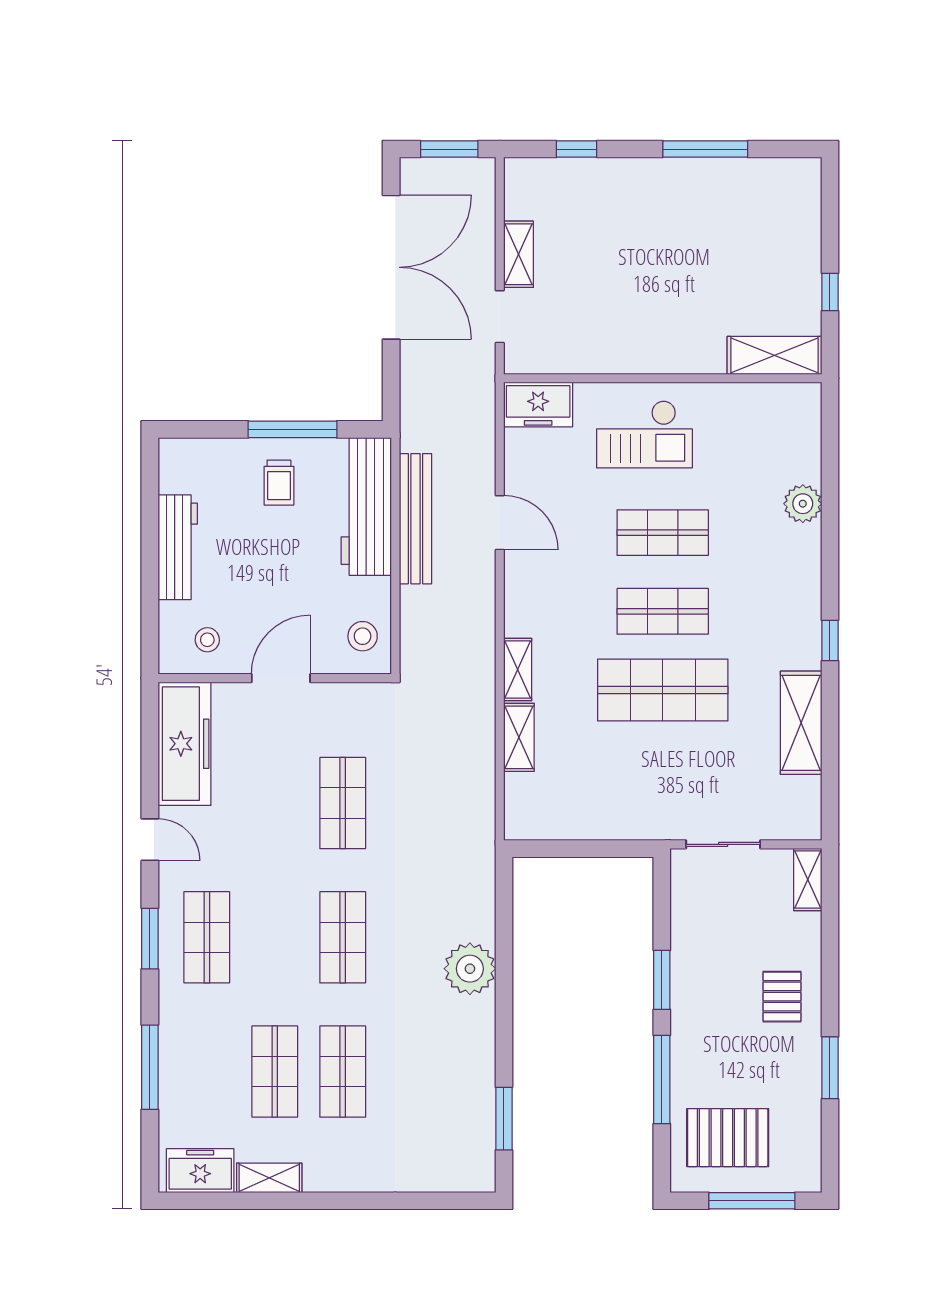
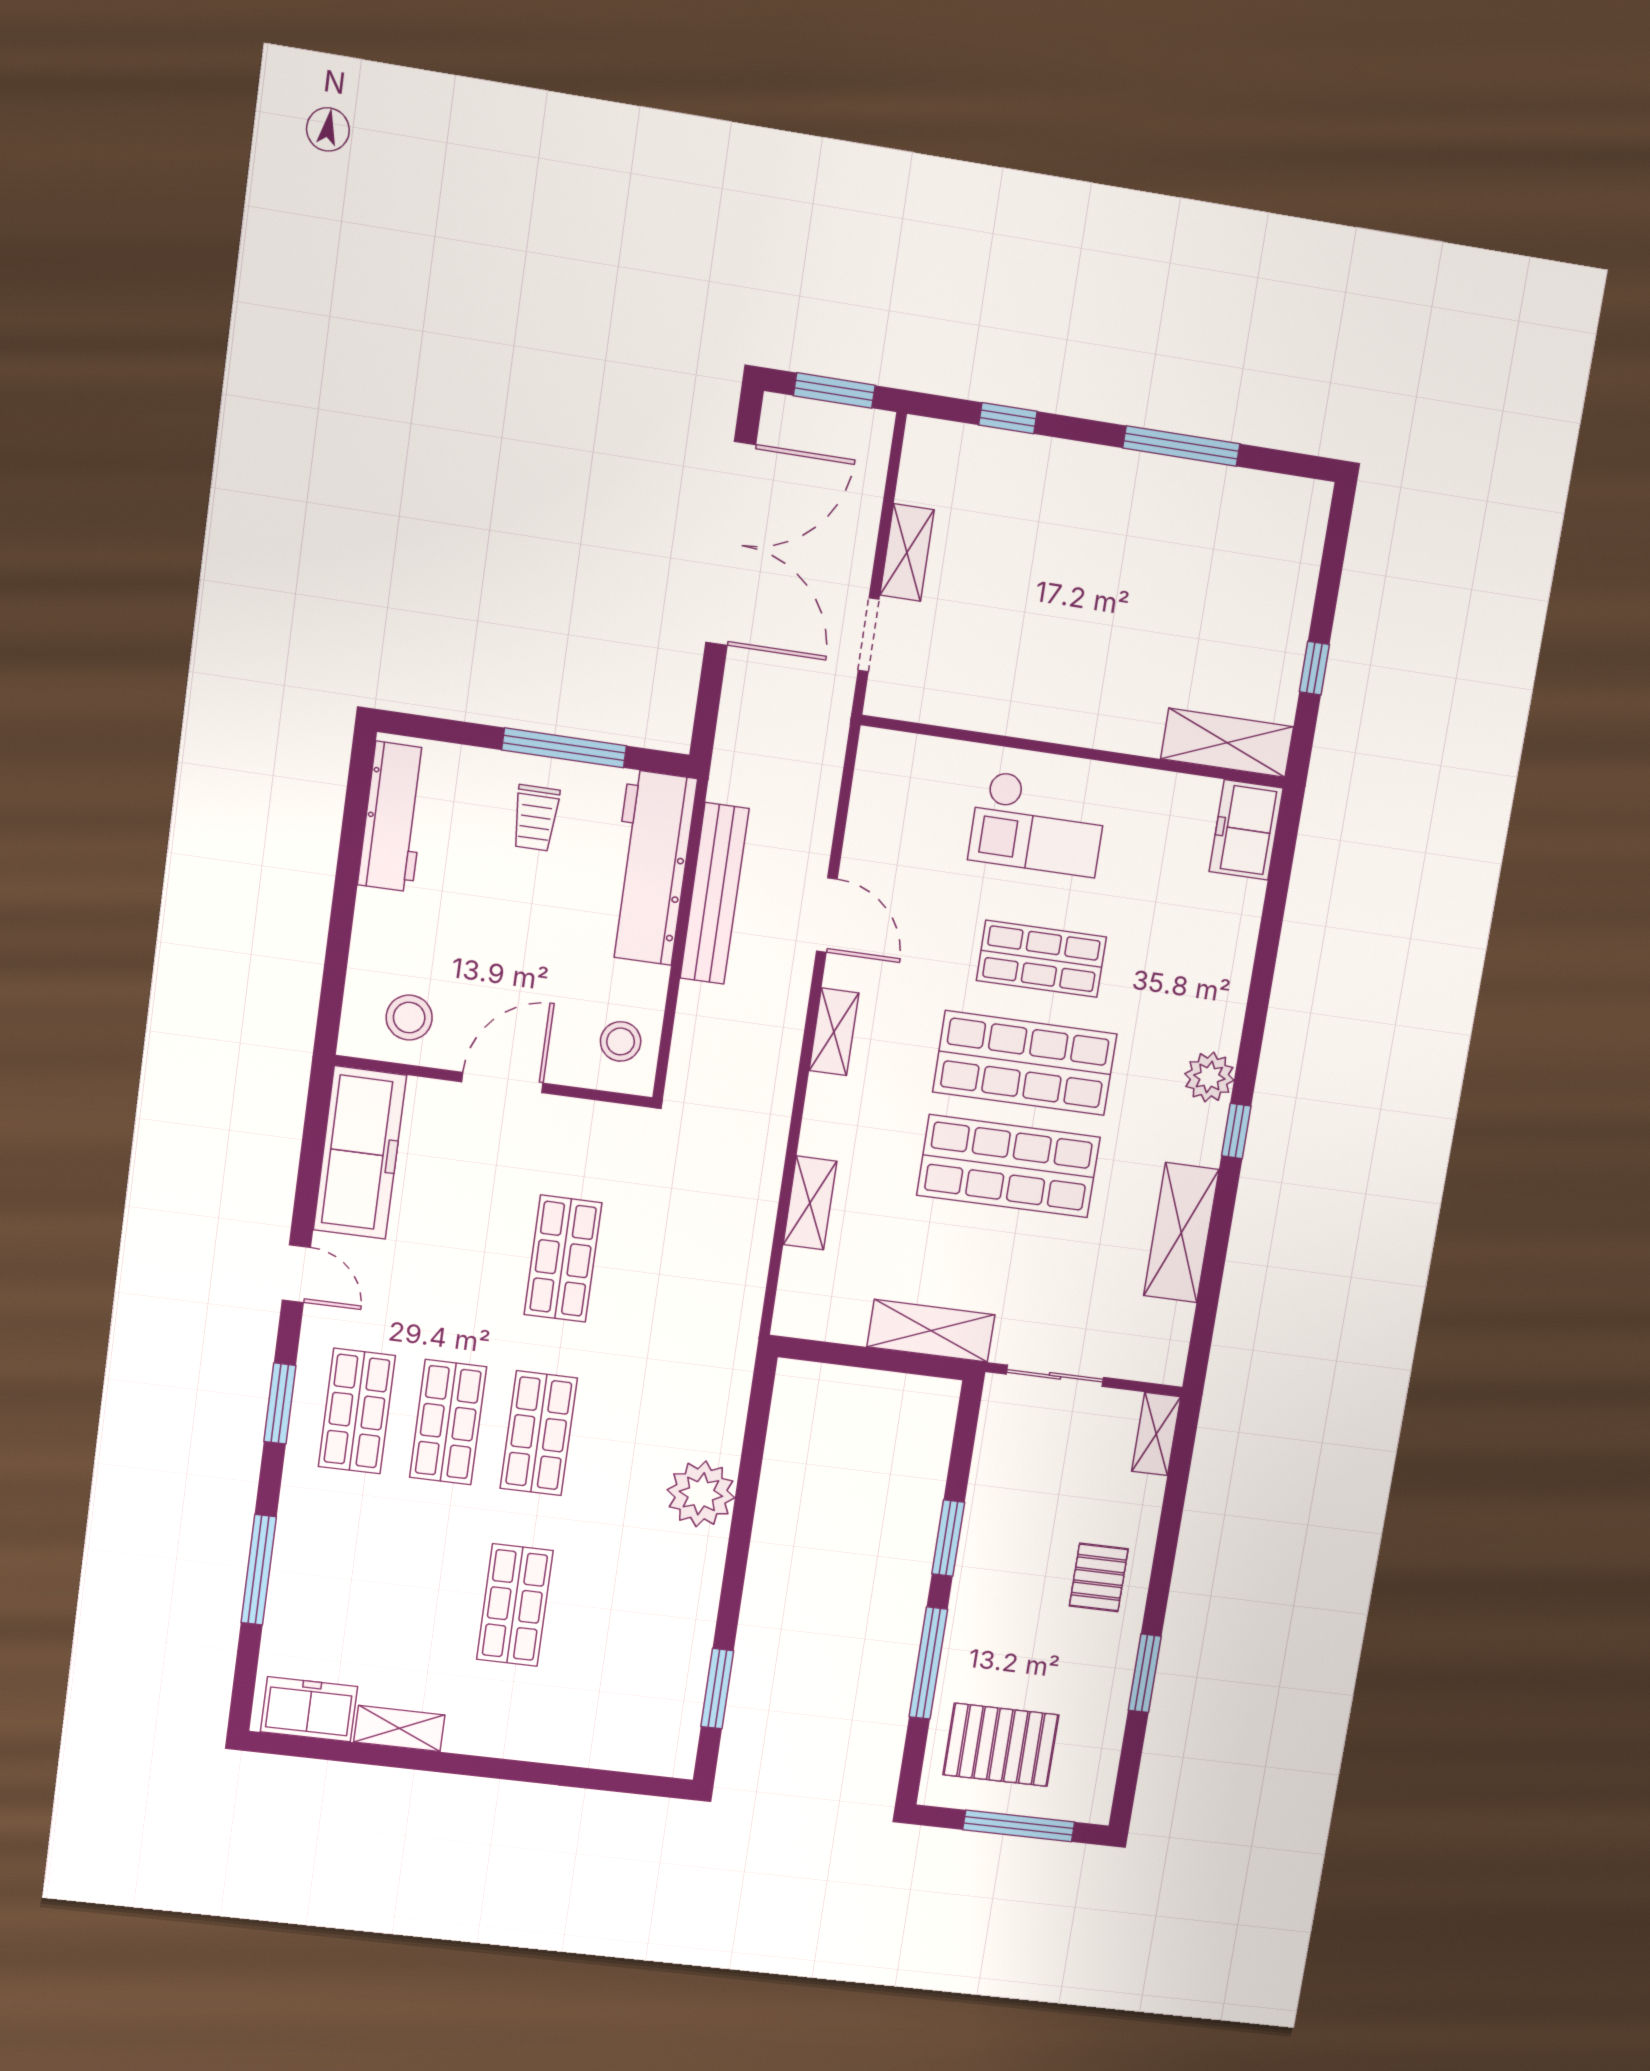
freezer: (538, 405) -> (1246, 830), moved, turned 90
plant: (803, 504) -> (1209, 1077), moved
workbench: (178, 547) -> (394, 817), moved
shop shelf: (663, 611) -> (1025, 1063), width x1.43, depth x1.36
stool: (207, 640) -> (409, 1018), width x1.37, depth x1.37
shelving: (518, 670) -> (834, 1032), moved
shelving: (624, 822) -> (931, 1331), added
shop shelf: (275, 1072) -> (448, 1422), moved

